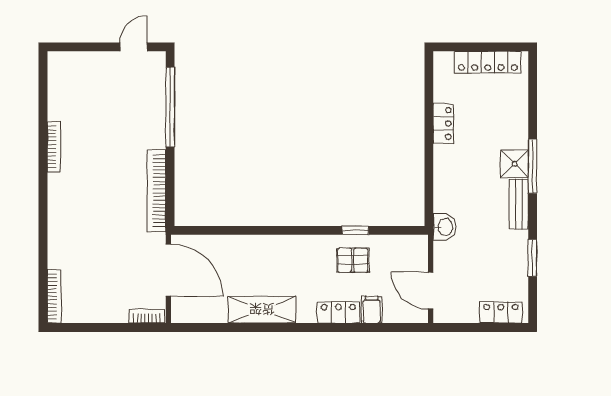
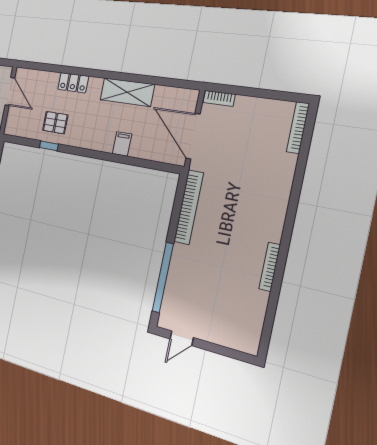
filing cabinet: (372, 310) -> (122, 144), moved, turned 180

